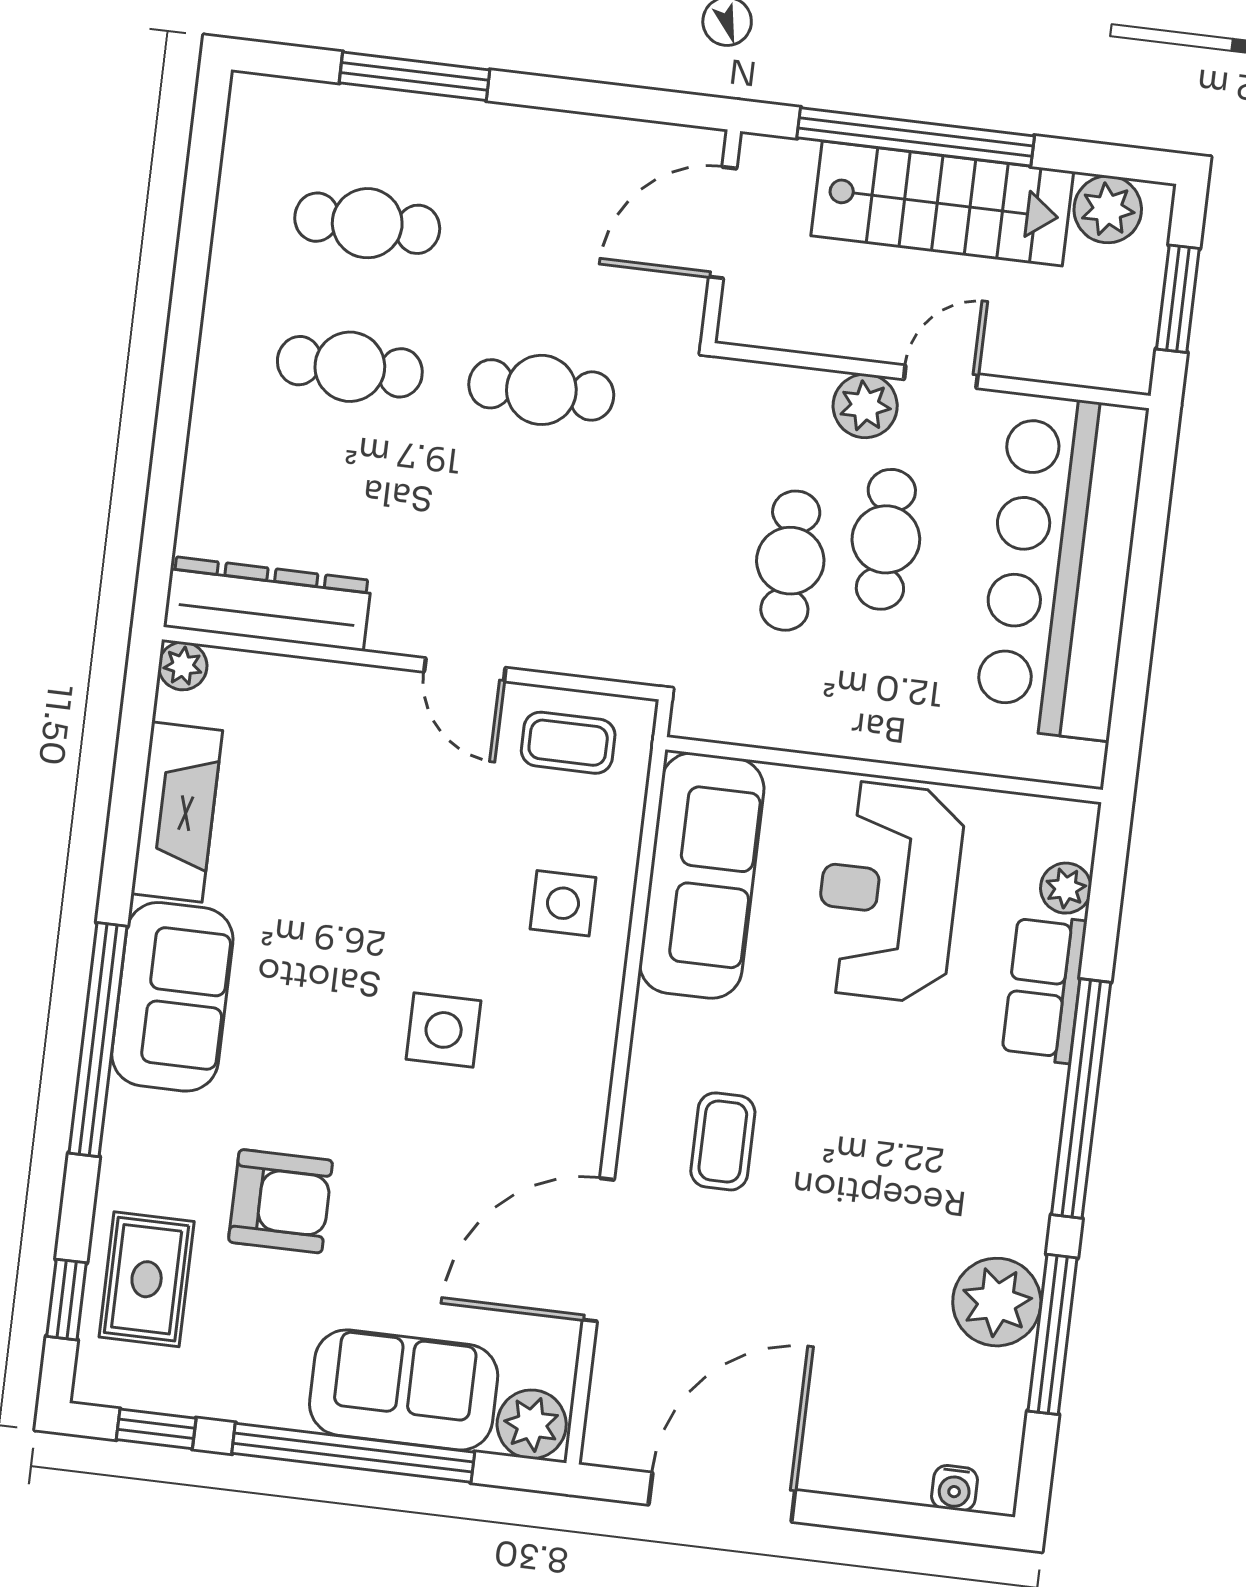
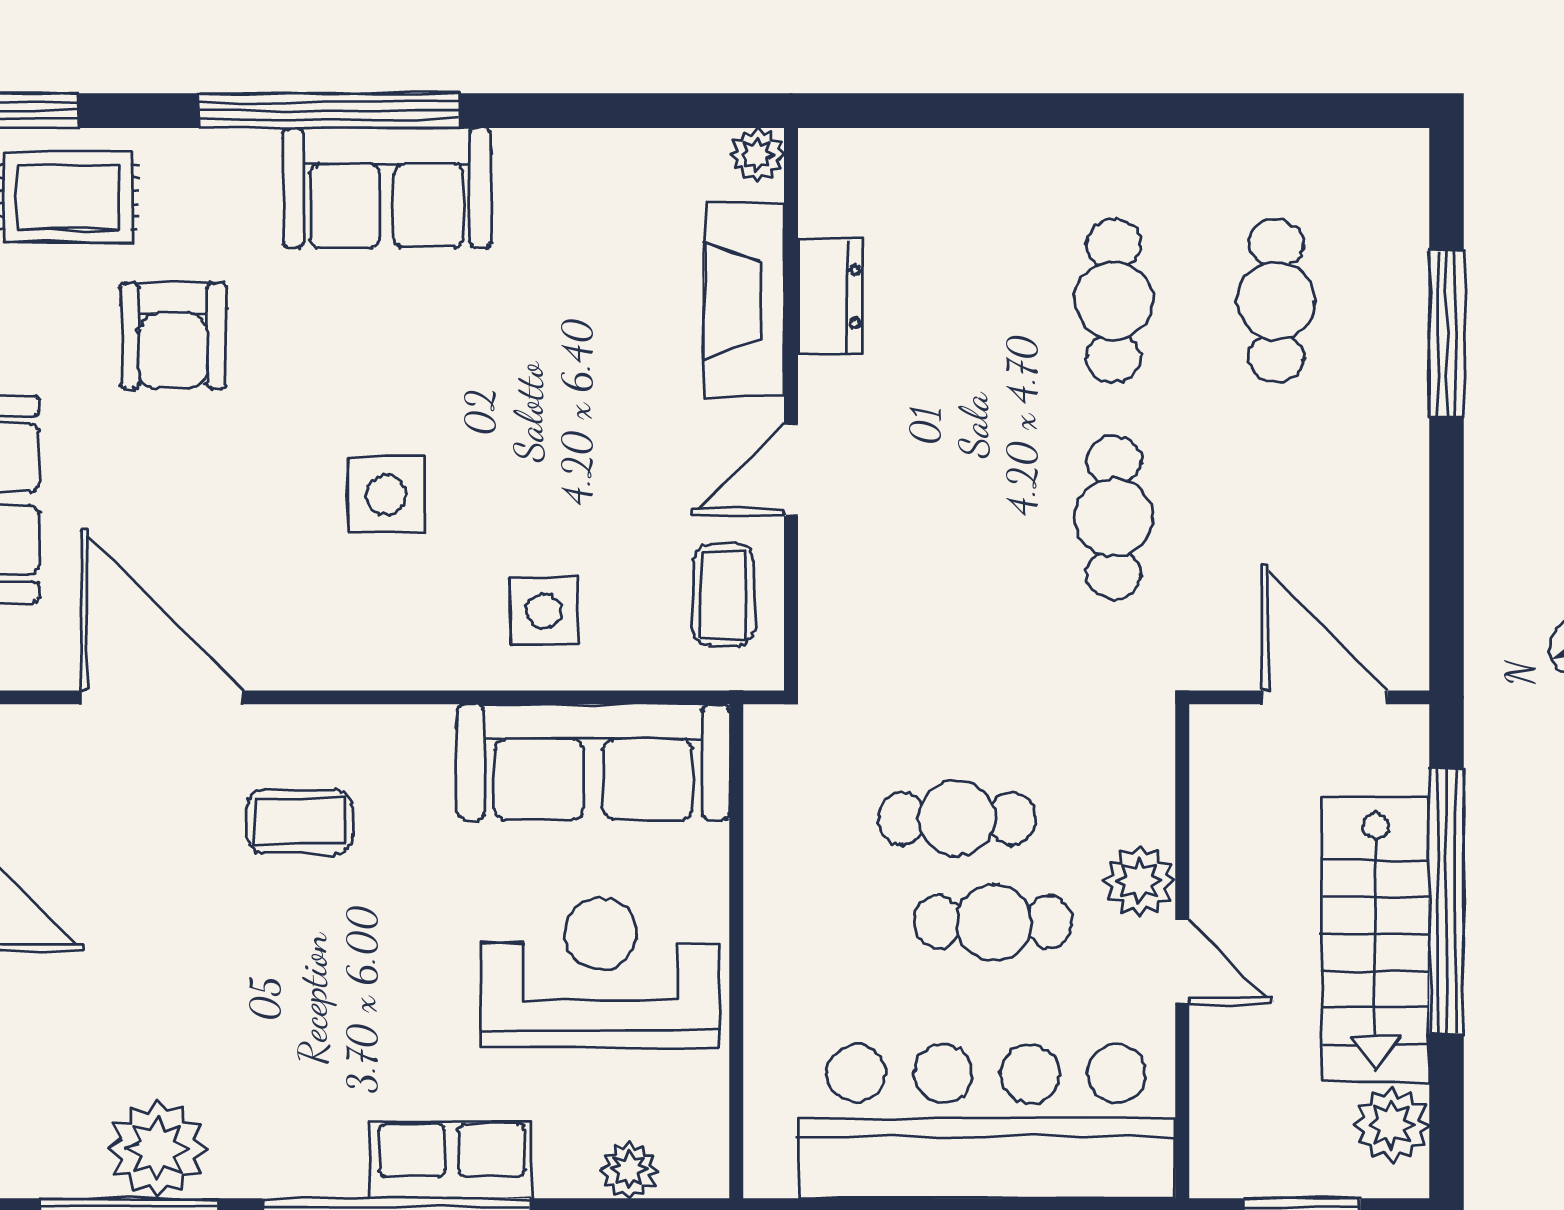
dresser: (268, 604) -> (830, 297), width x0.51, depth x0.80
fireplace: (177, 812) -> (744, 300), moved, turned 90
row of seats: (1044, 988) -> (452, 1160), moved

